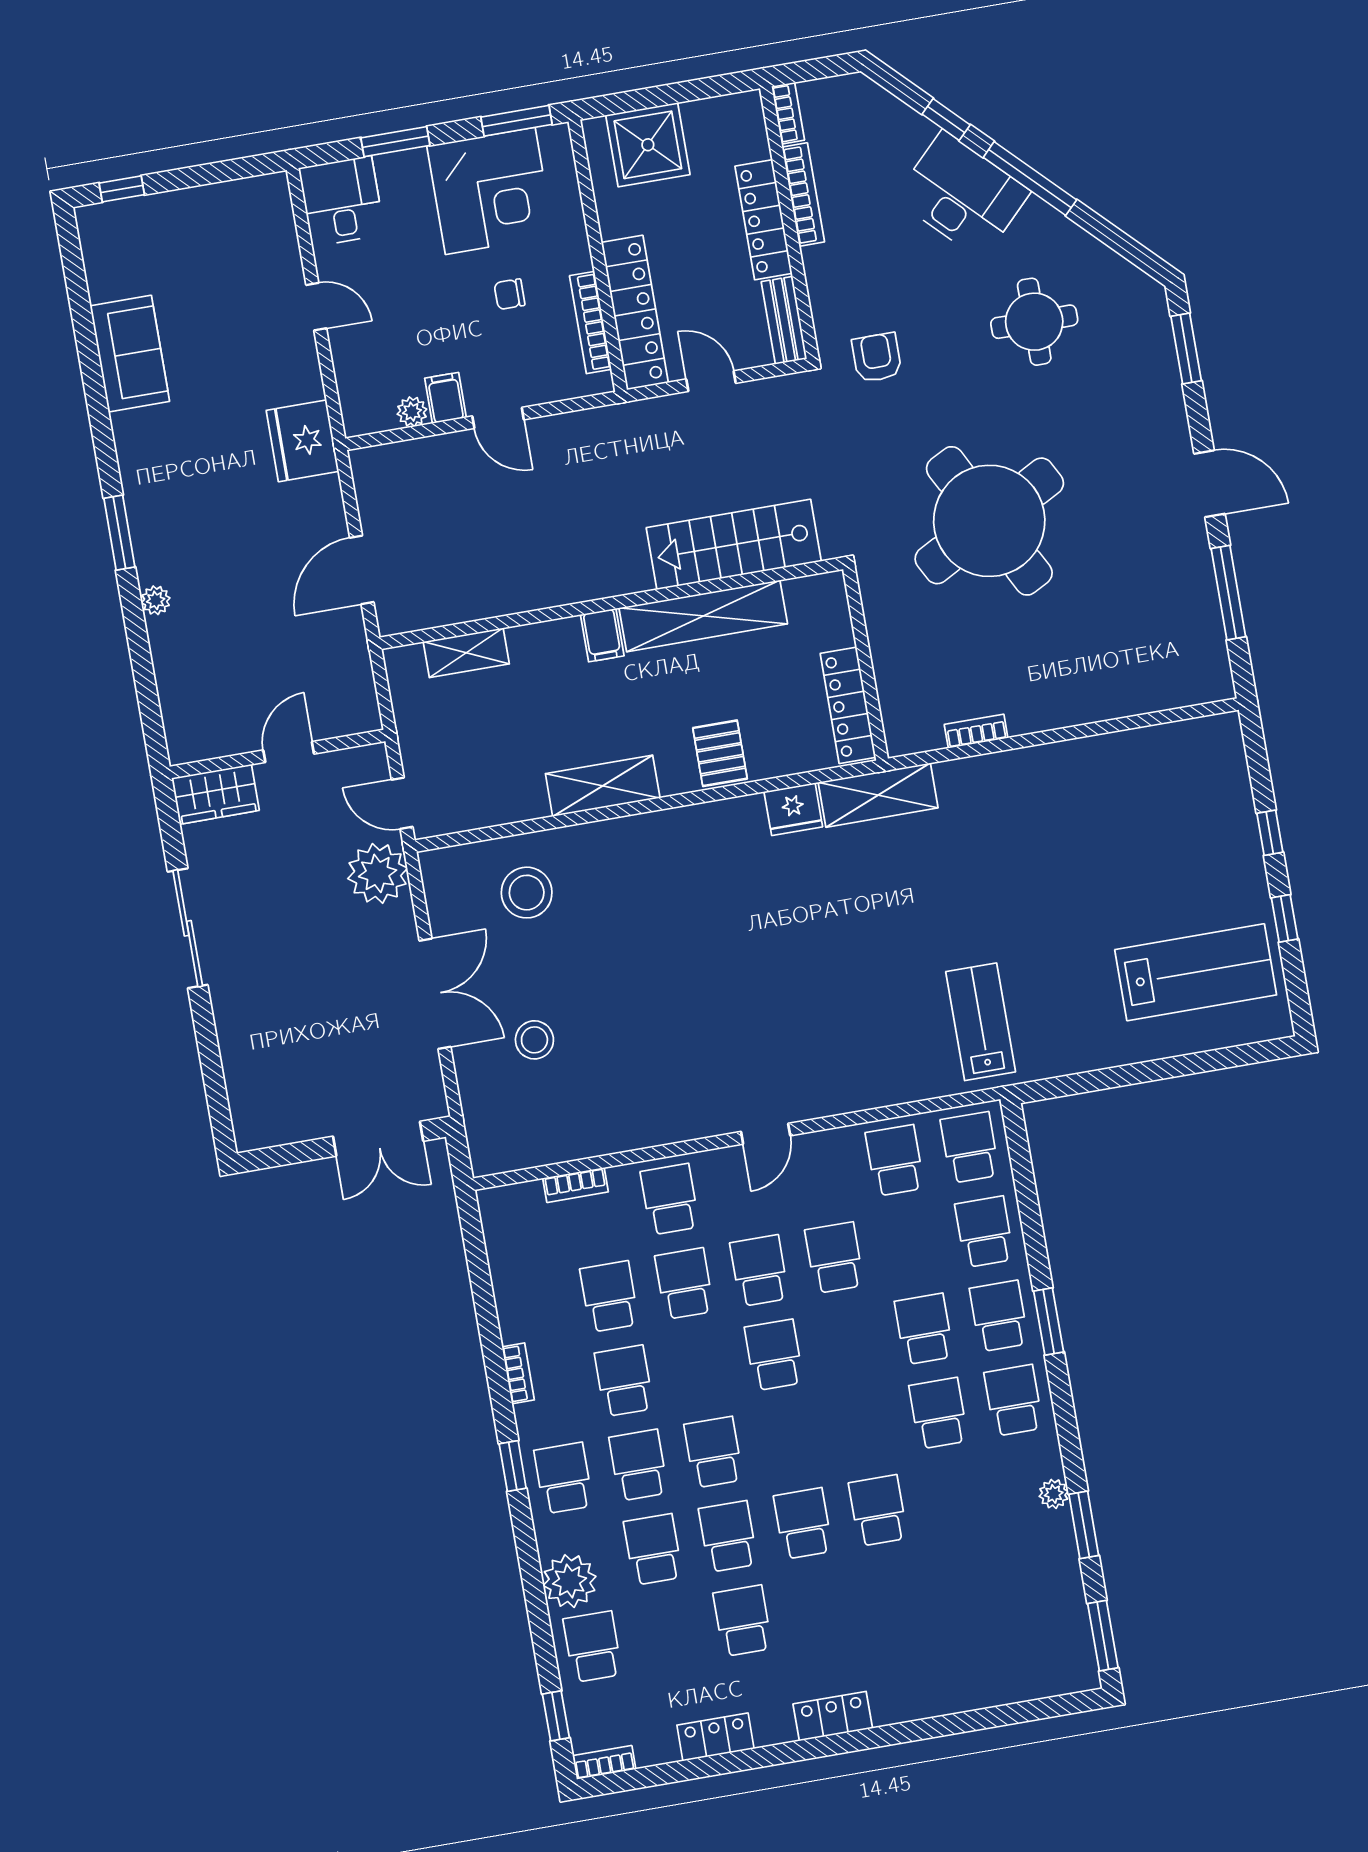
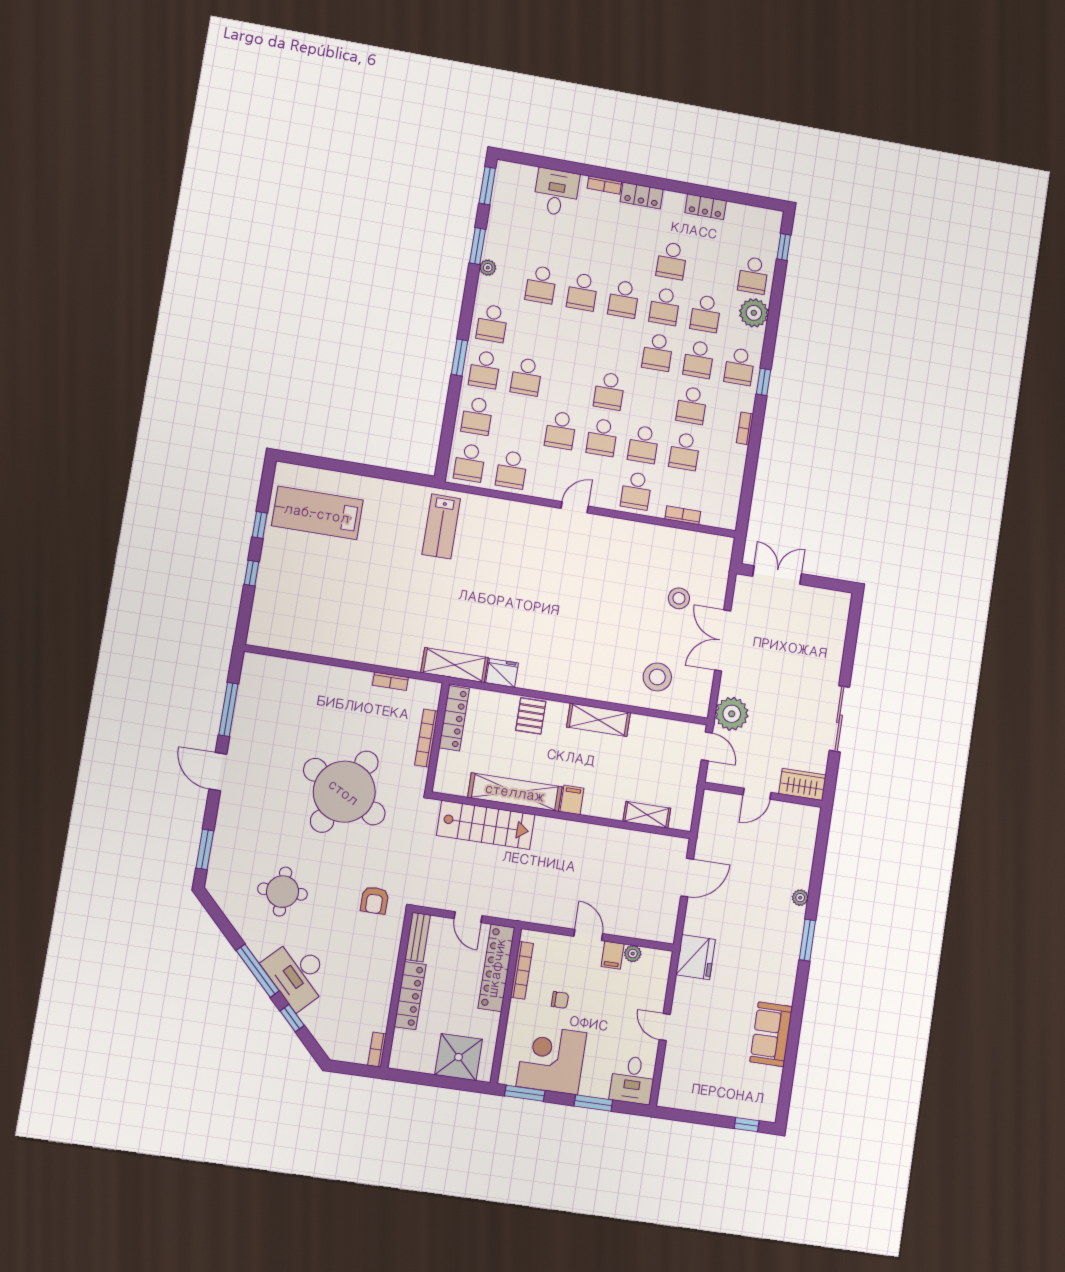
bookcase: (803, 195) -> (426, 738), moved
round table: (989, 521) -> (344, 792), turned -34
school desk: (939, 1413) -> (541, 284), moved
desk: (982, 1668) -> (556, 192), added
bookcase: (604, 1762) -> (604, 185), moved

